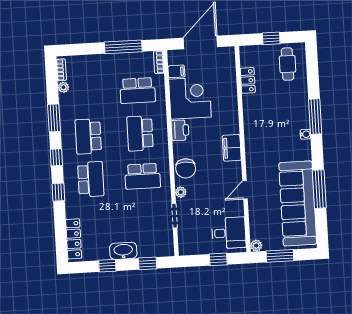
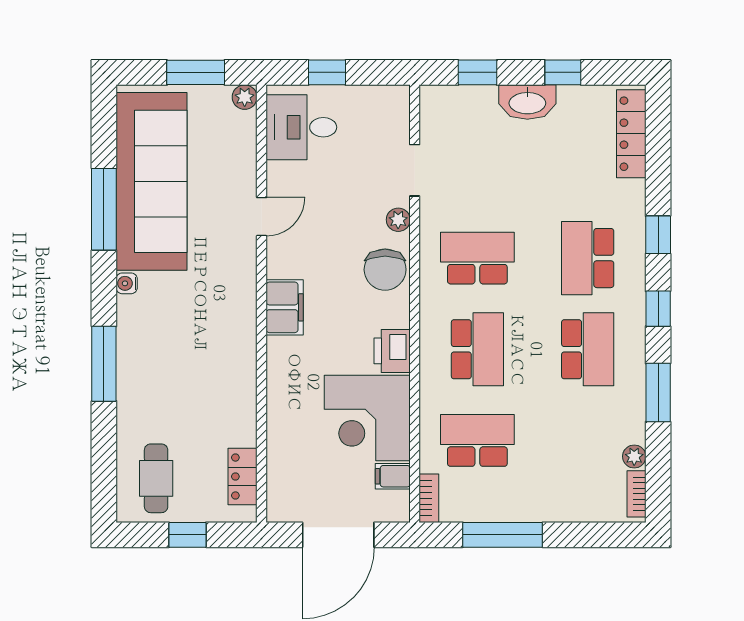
locker: (248, 80) -> (243, 477), moved
water cooler: (305, 134) -> (127, 283), moved
chair: (186, 168) -> (385, 270), turned 180

